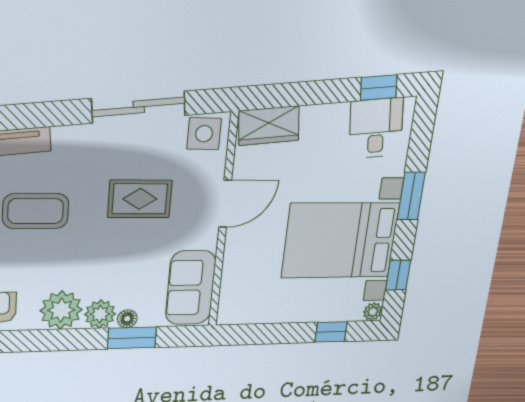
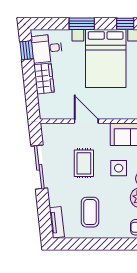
wardrobe: (269, 126) -> (44, 78), moved
side table: (204, 134) -> (119, 168), moved

